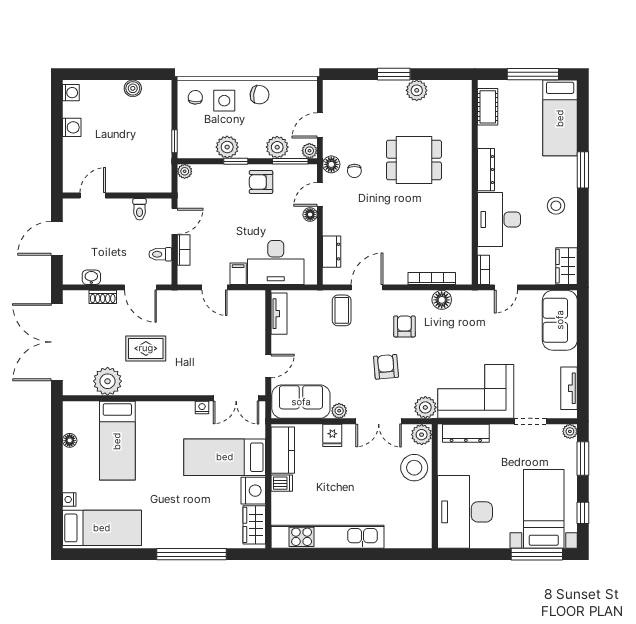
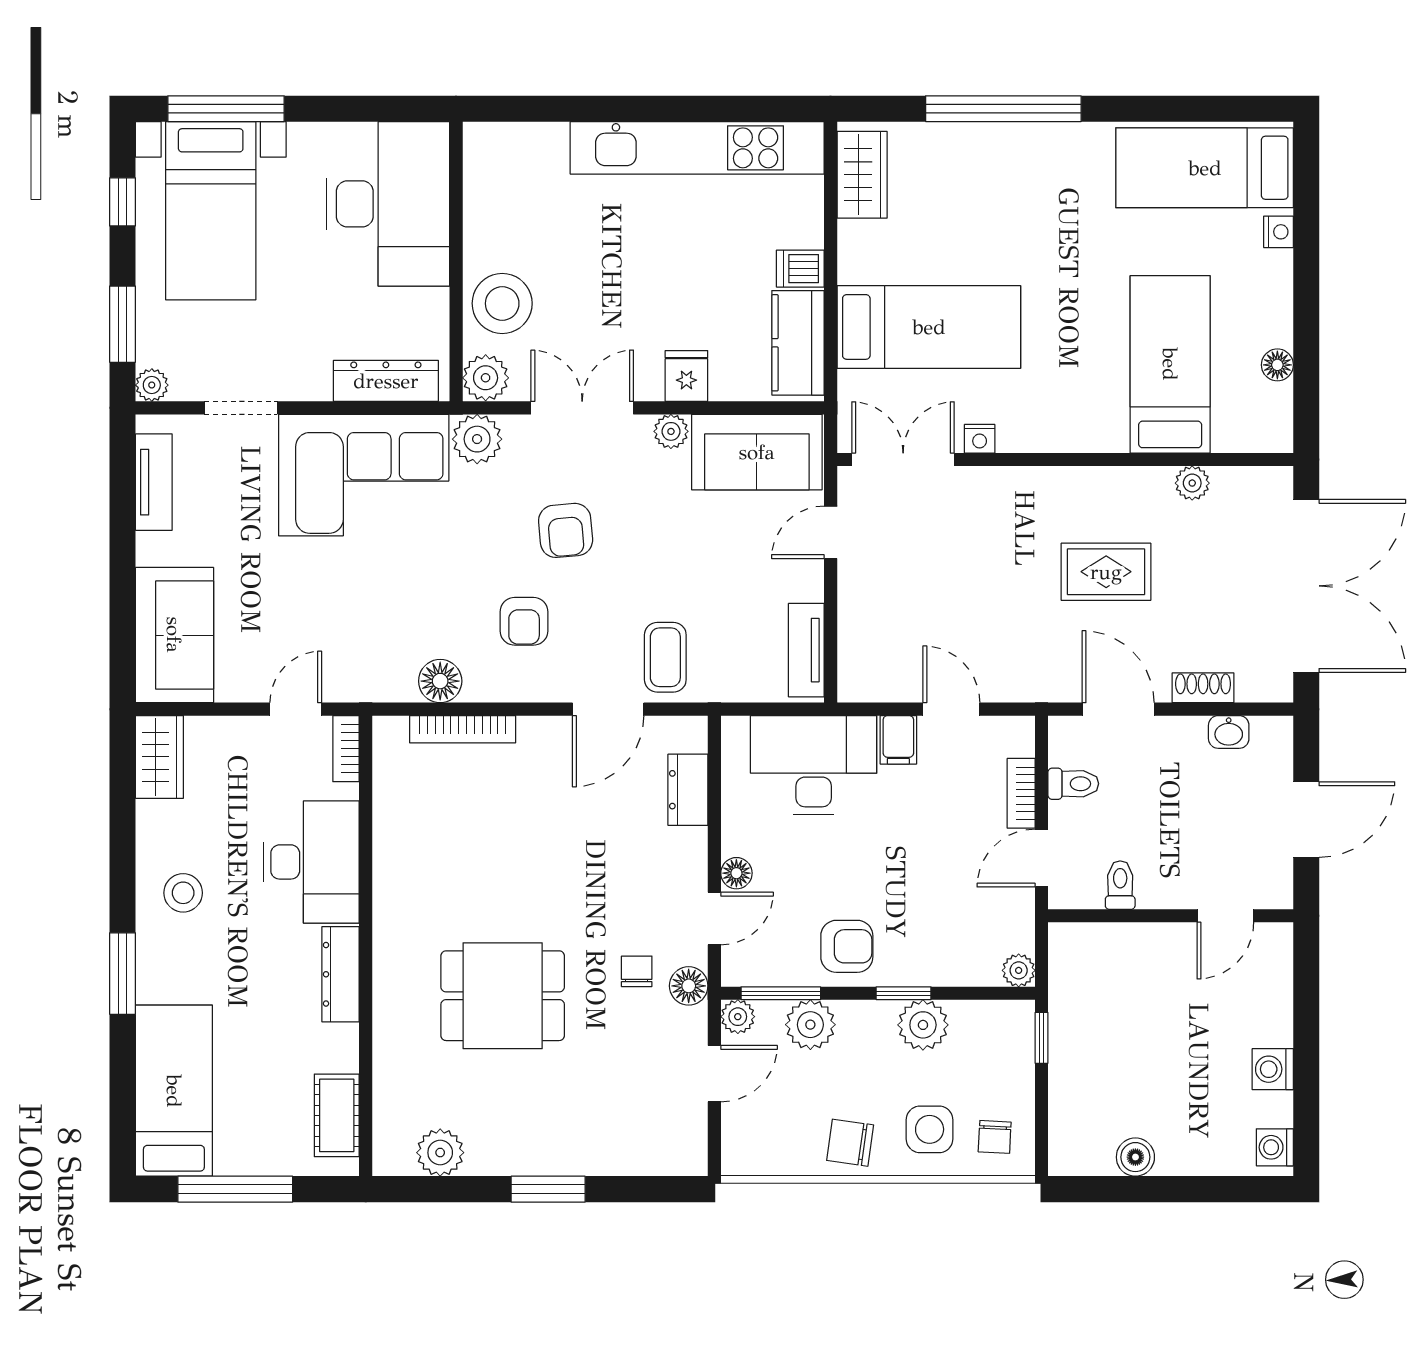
plant: (417, 90) -> (440, 1153), moved
plant: (108, 381) -> (1192, 483), width x0.53, depth x0.53
nightstand: (253, 491) -> (864, 252), removed

